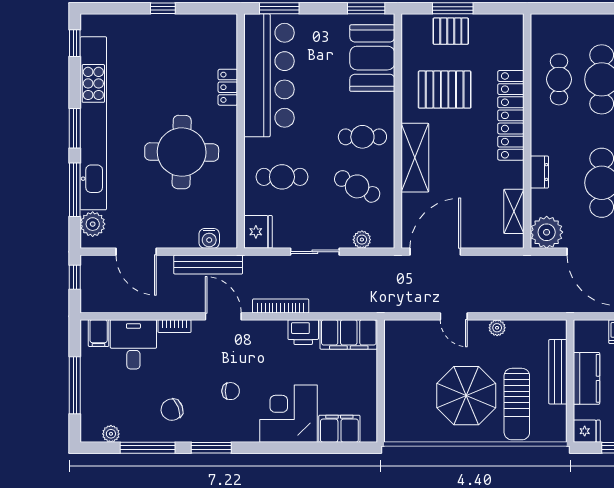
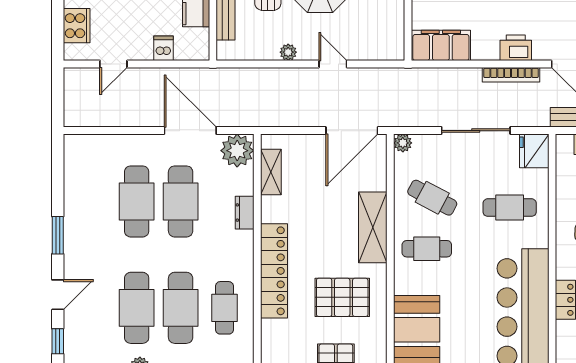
plant: (362, 240) -> (403, 143), moved
sliding door: (315, 252) -> (476, 131), width x1.37
printer: (303, 332) -> (516, 48), moved

